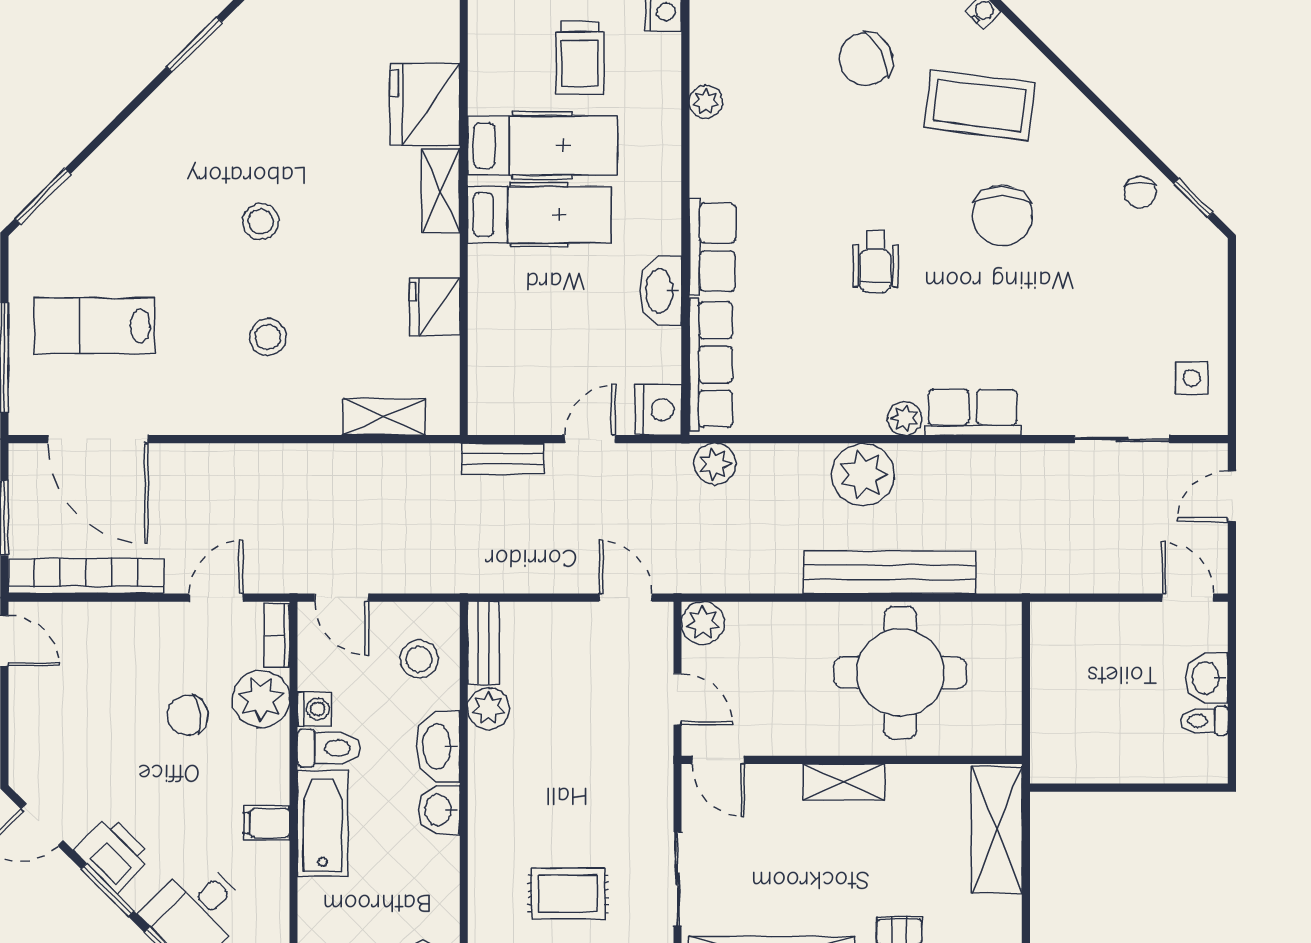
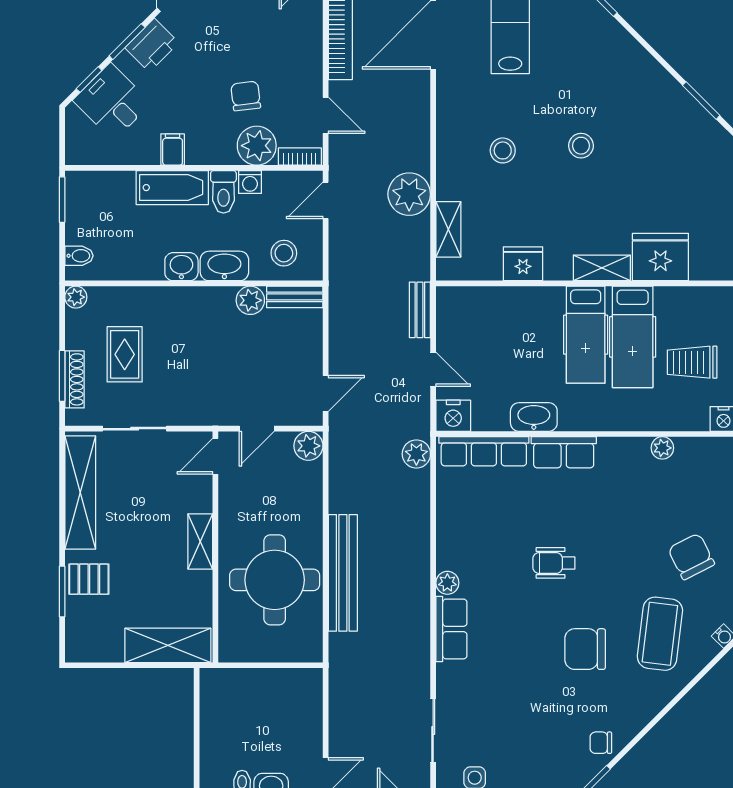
plant: (863, 474) -> (409, 194), moved

